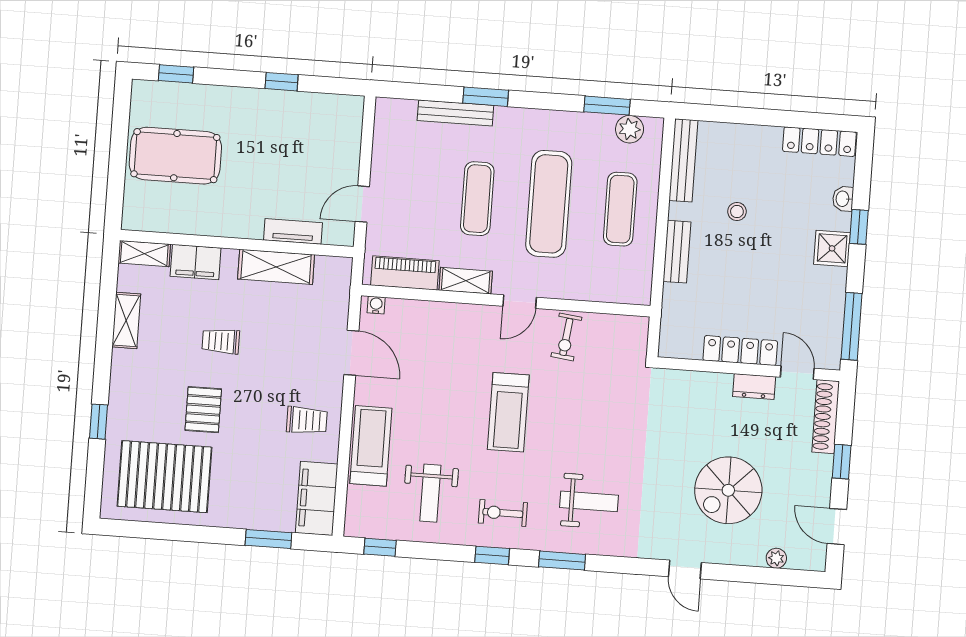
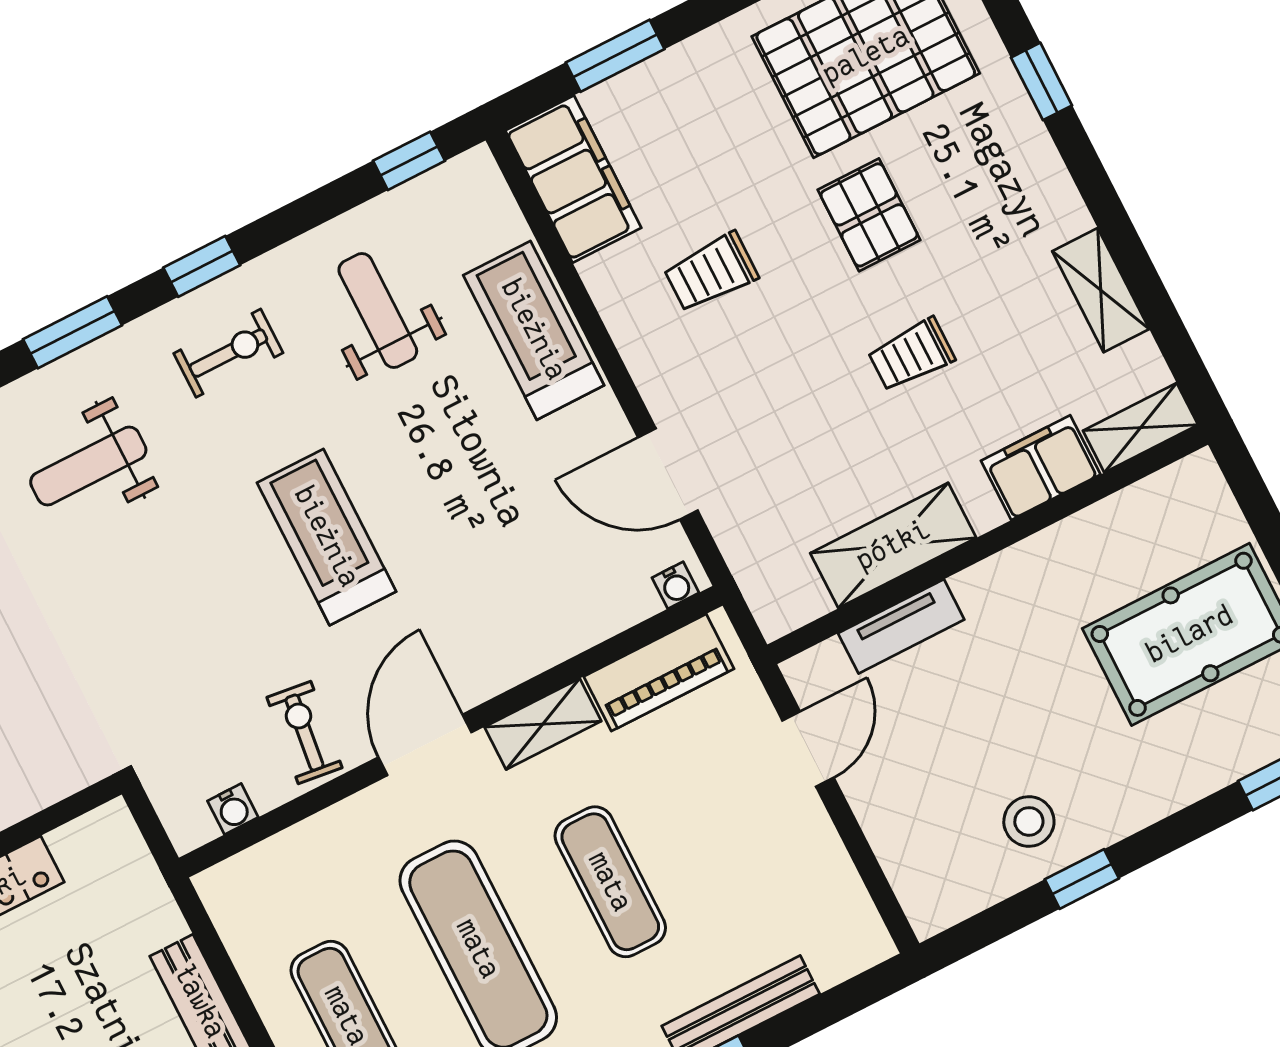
stool: (289, 119) -> (1029, 821), added
door: (520, 302) -> (425, 745), width x1.38
water cooler: (615, 323) -> (233, 809), added
trolley: (221, 341) -> (911, 355), turned 180
trolley: (307, 420) -> (711, 272), moved
treadmill: (371, 446) -> (534, 330), turned 180

